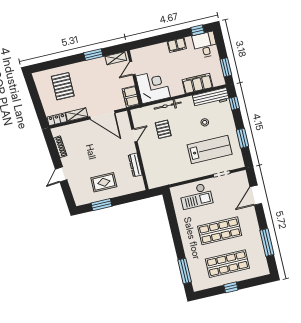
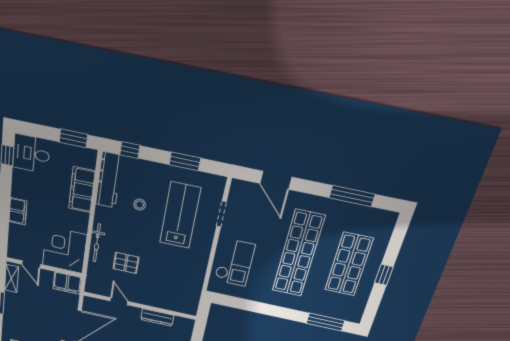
filing cabinet: (177, 45) -> (18, 211), moved
shop shelf: (220, 231) -> (298, 254), width x1.40

